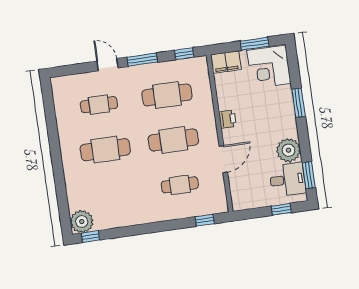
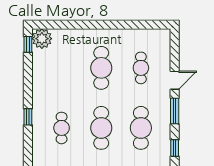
window: (205, 220) -> (28, 117), moved

